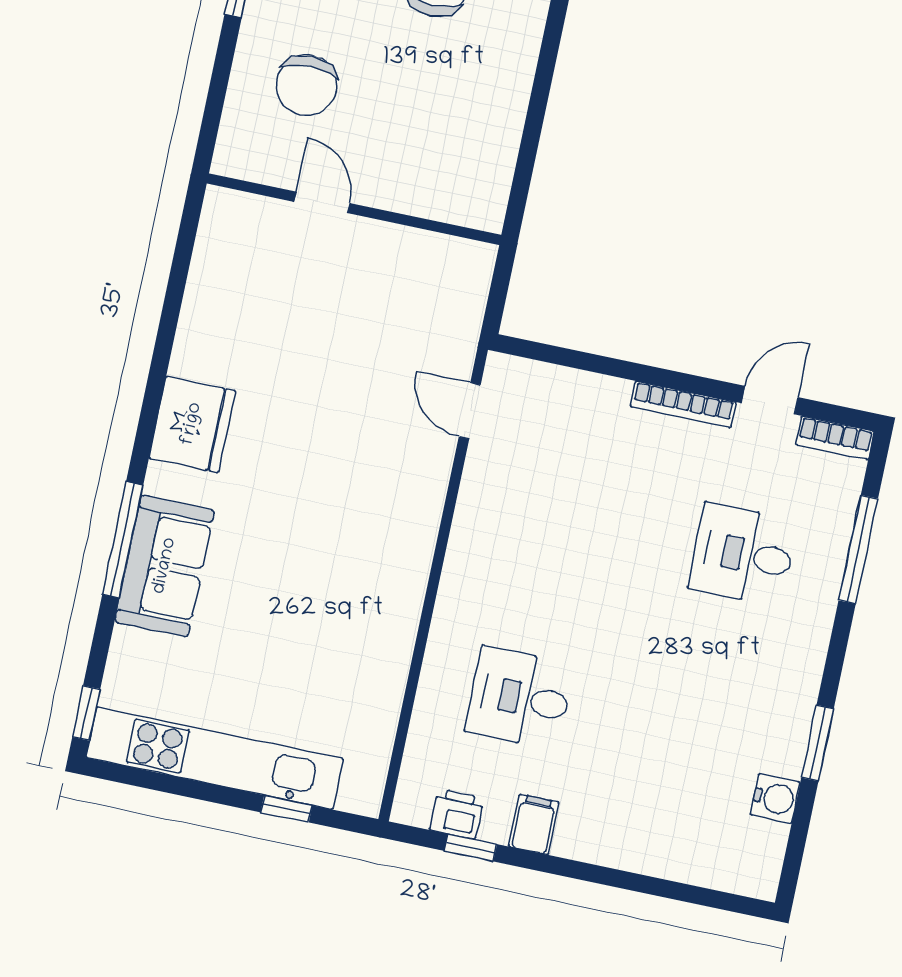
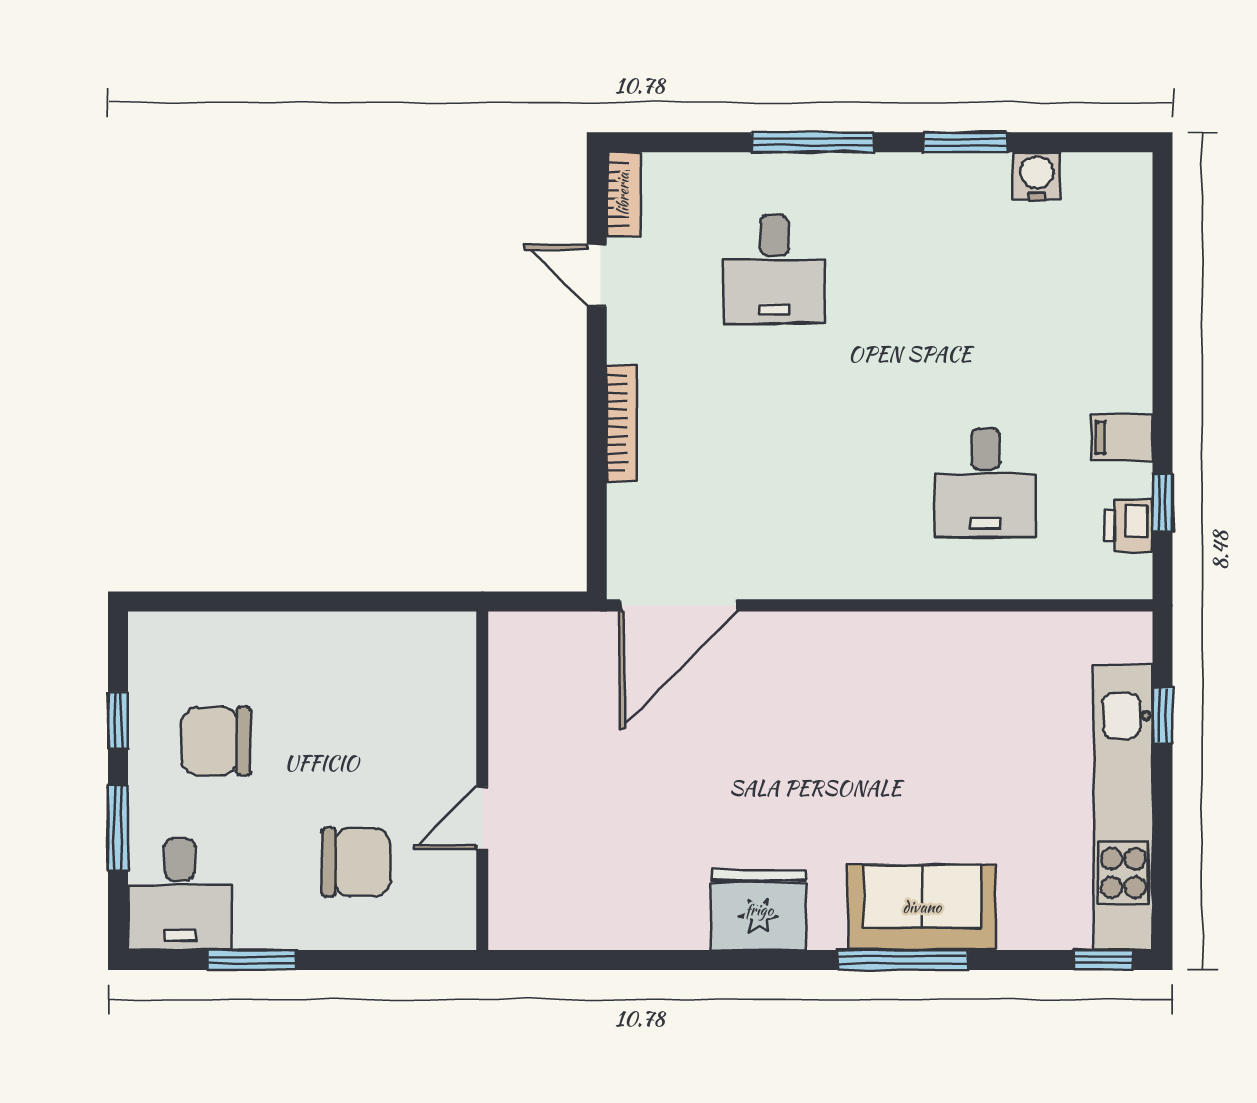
bookcase: (683, 404) -> (622, 423), moved
door: (470, 411) -> (679, 605), width x1.87
window: (858, 550) -> (812, 142), moved

